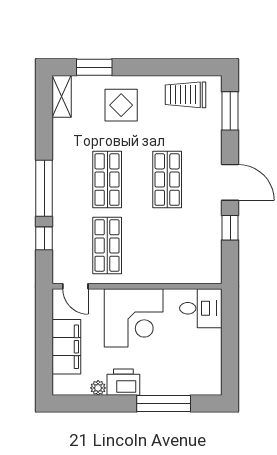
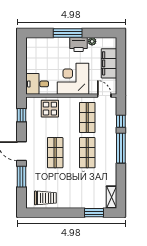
display table: (121, 105) -> (50, 109), moved
window: (230, 111) -> (22, 177), moved
window: (230, 228) -> (22, 115), moved
window: (164, 404) -> (68, 33), moved

